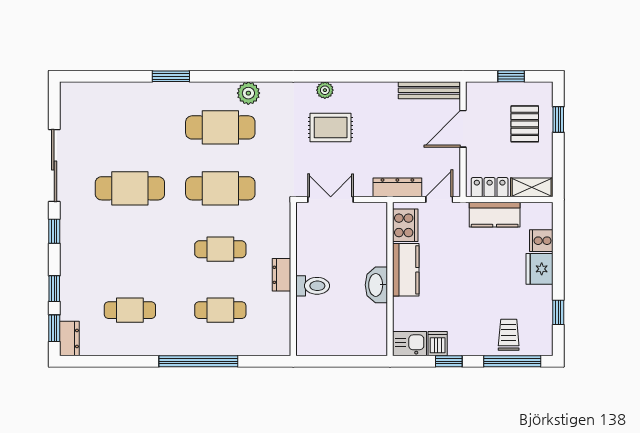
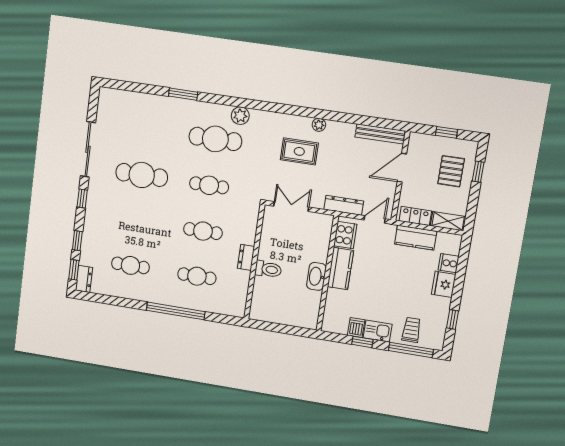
plant: (325, 90) -> (319, 125), moved
cafe table: (220, 188) -> (209, 185), width x0.73, depth x0.74
kitchen sink: (409, 344) -> (378, 331), moved

